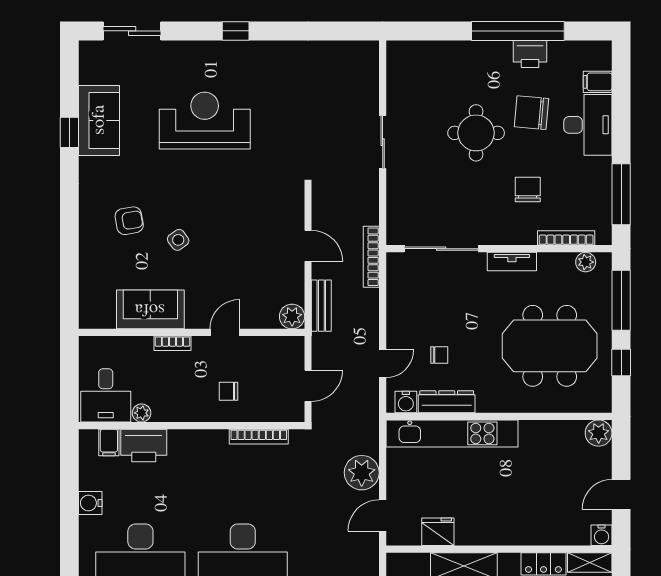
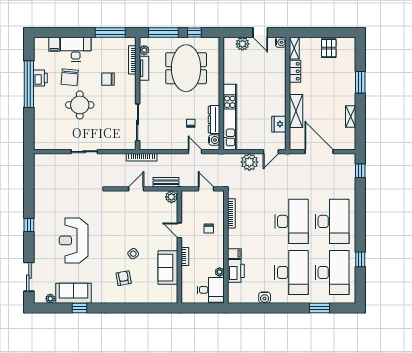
plant: (88, 74) -> (50, 299), added
tv unit: (512, 261) -> (144, 68), moved
plant: (599, 433) -> (242, 44), moved
filing cabinet: (109, 443) -> (234, 254), moved
door: (383, 515) -> (271, 152), hinge flipped

